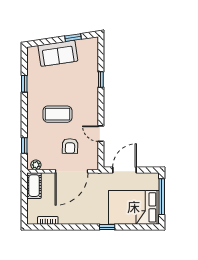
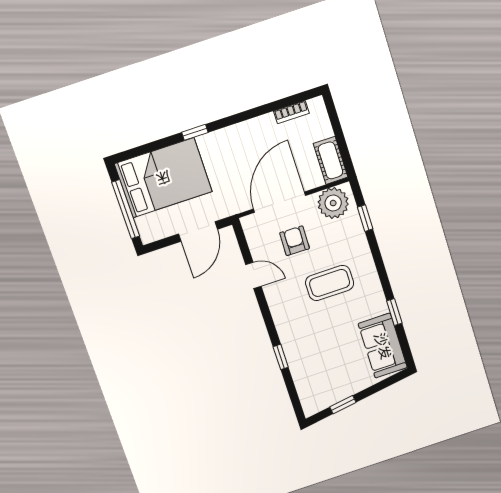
sofa: (58, 53) -> (383, 346), moved, turned -82
plant: (36, 165) -> (333, 203), width x1.88, depth x1.88

